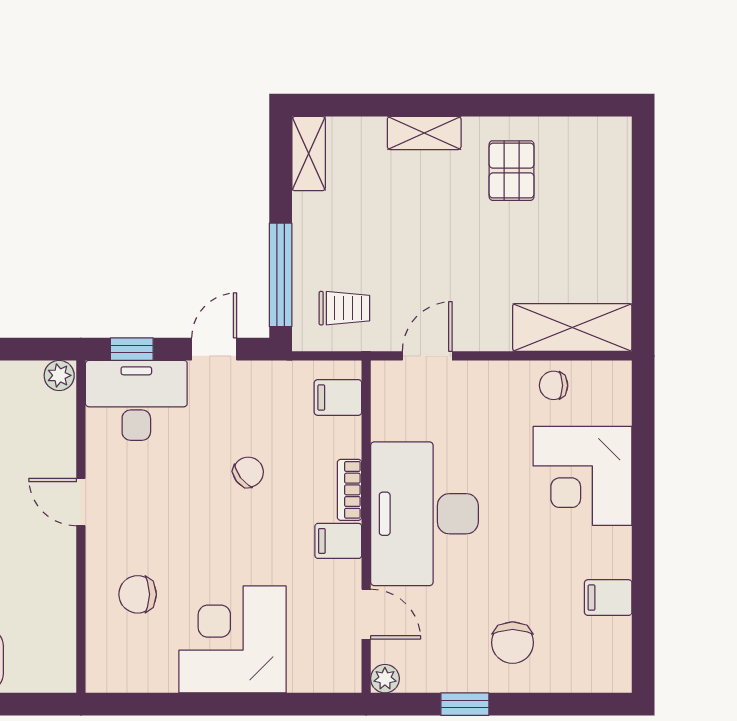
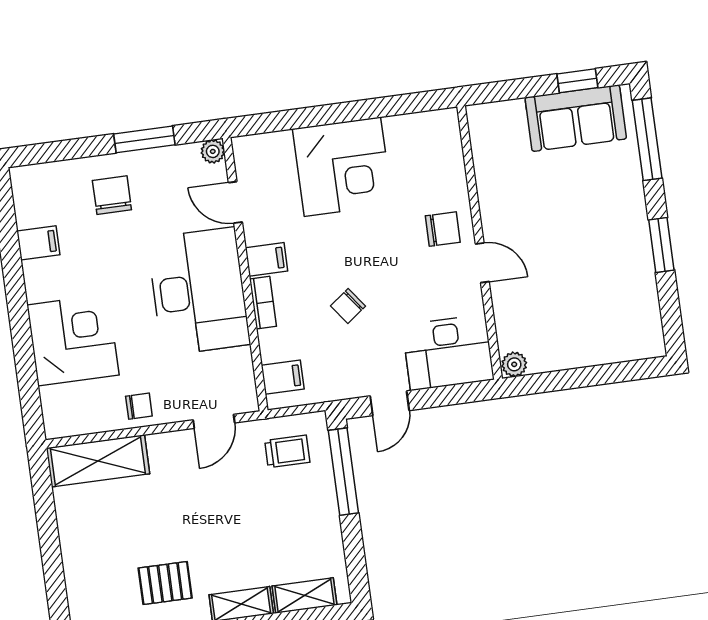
shelving: (309, 154) -> (304, 596), moved, turned 90
pallet: (512, 171) -> (165, 583), turned 90
trolley: (344, 308) -> (287, 451), turned 180
window: (132, 349) -> (457, 394), removed
chair: (554, 385) -> (139, 406), moved
chair: (138, 594) -> (443, 229), moved
window: (465, 704) -> (144, 139), width x1.50

